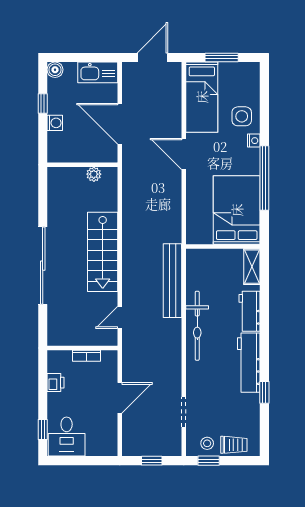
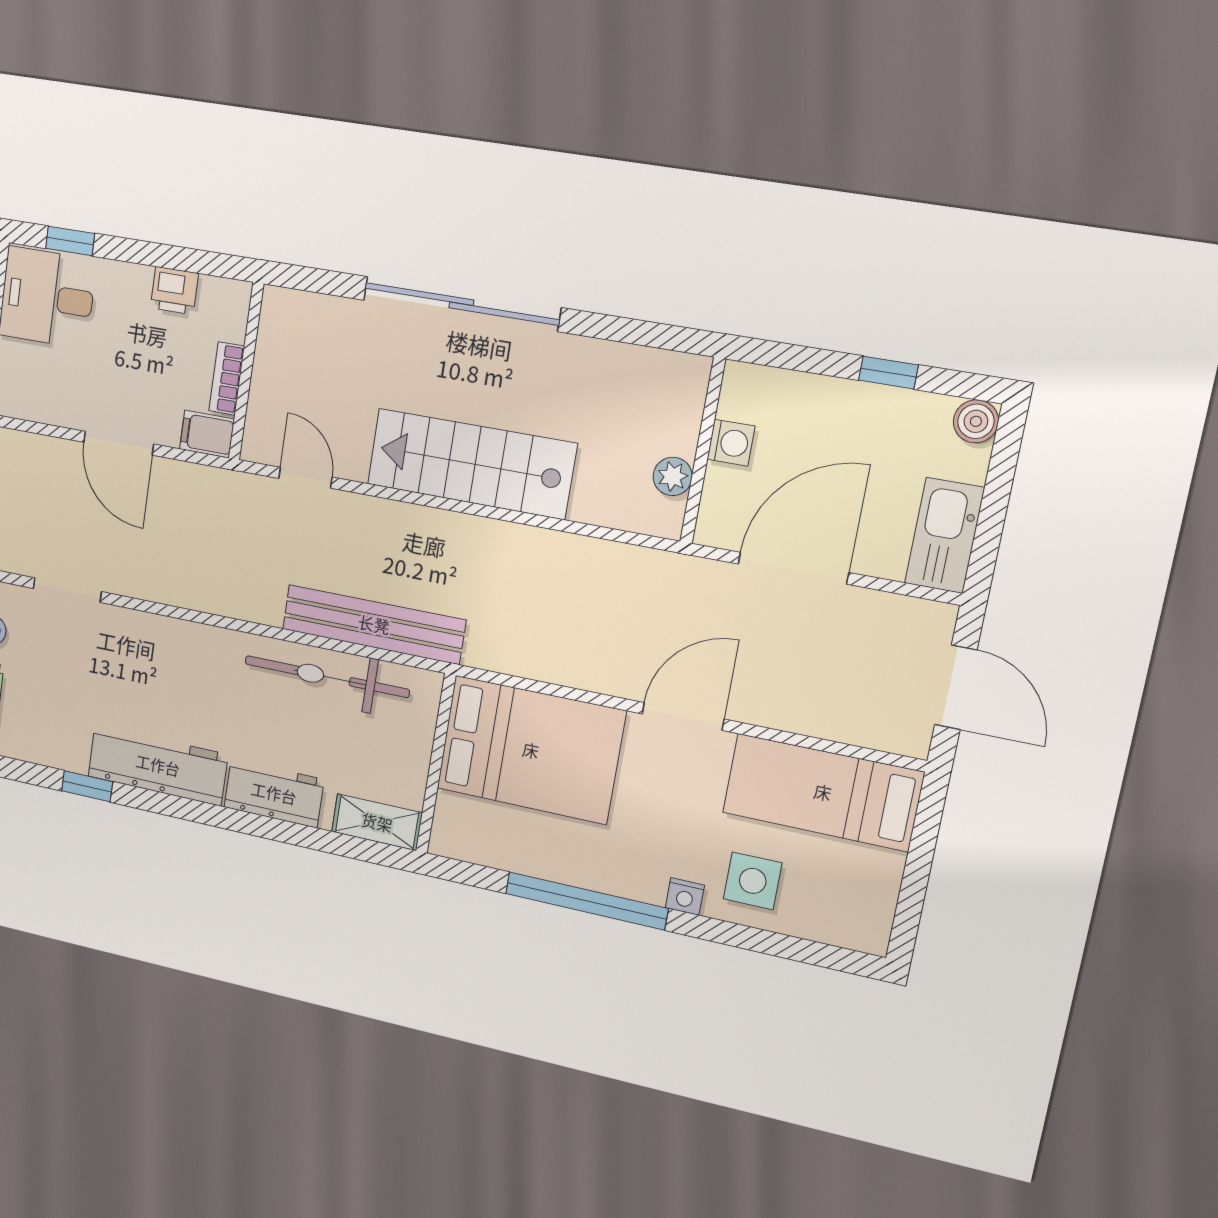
window: (222, 57) -> (918, 865), removed
washing machine: (55, 123) -> (731, 443), moved, turned -90
bed: (237, 210) -> (531, 750), moved
bicycle: (197, 326) -> (327, 677), moved
filing cabinet: (110, 361) -> (207, 434), added

